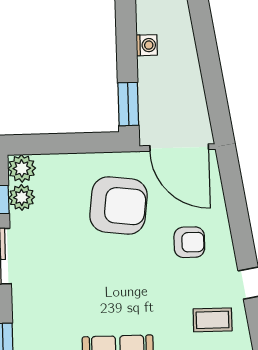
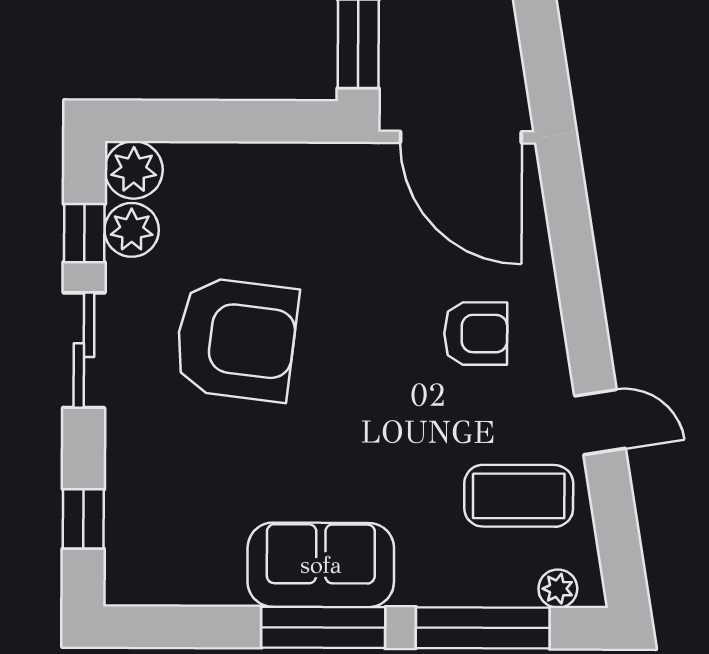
armchair: (118, 205) -> (236, 339), moved
coffee table: (213, 320) -> (519, 496), width x1.36, depth x1.30

